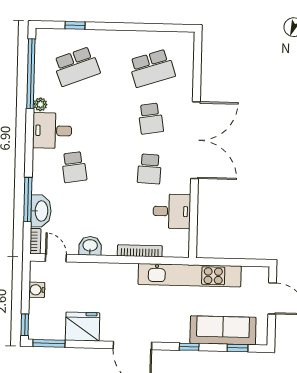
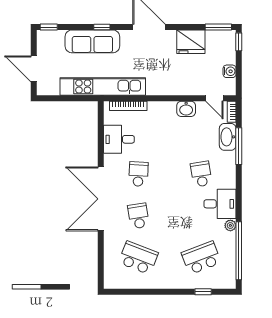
school desk: (152, 68) -> (138, 258), turned 39
bookcase: (140, 251) -> (128, 106), moved
sofa: (223, 330) -> (92, 41), moved
window: (237, 348) -> (49, 27), moved

